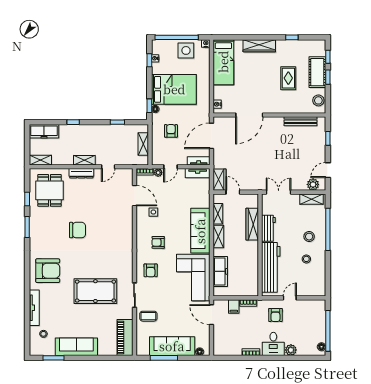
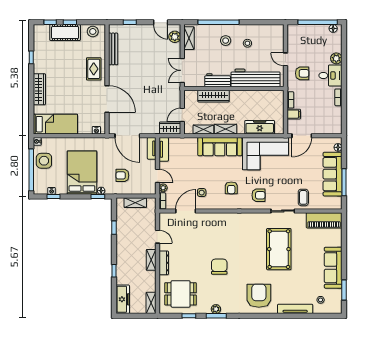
rug: (288, 78) -> (94, 69), moved, turned 90
plant: (34, 227) -> (216, 309), added

